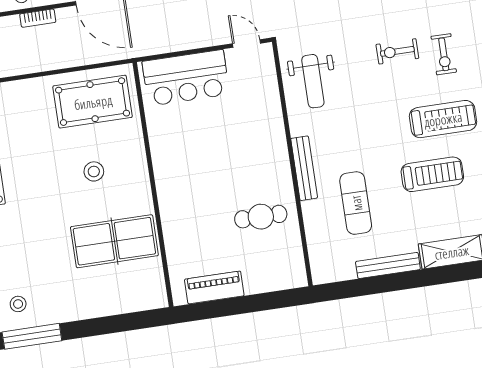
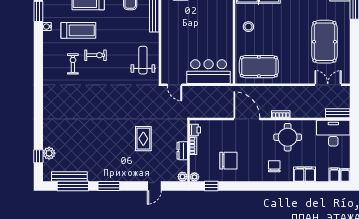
exercise bike: (397, 51) -> (95, 55), moved
treadmill: (443, 119) -> (78, 30), turned 180
stool: (94, 171) -> (248, 27), moved

